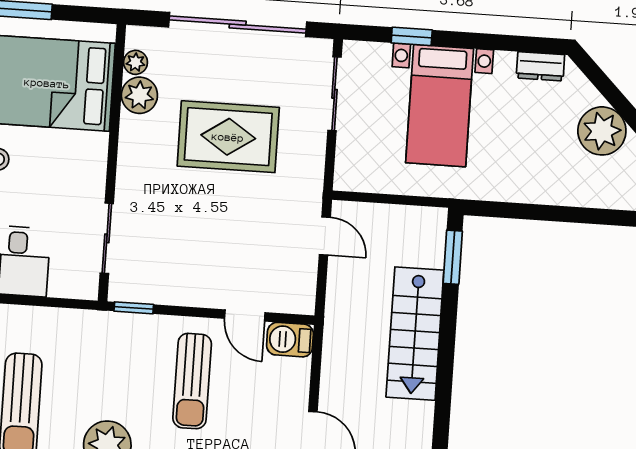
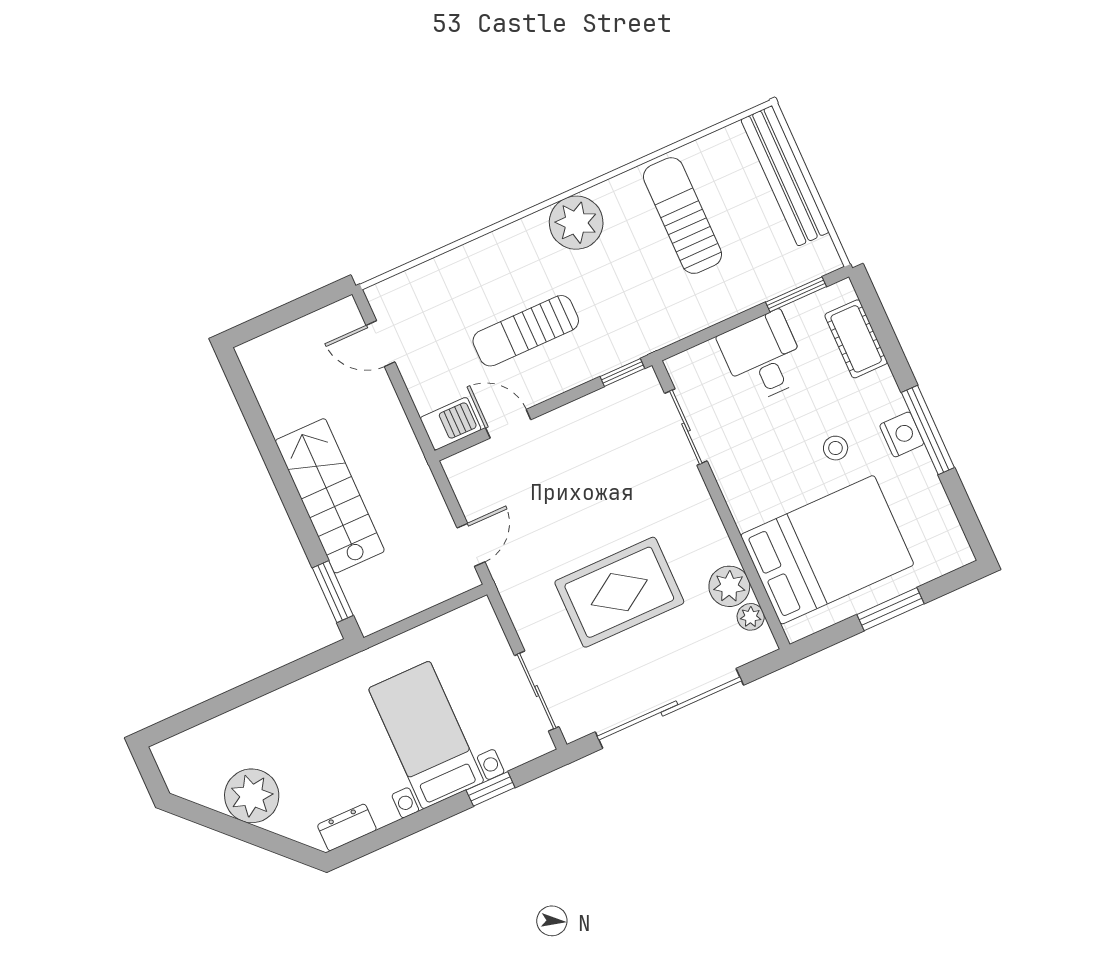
door: (325, 236) -> (471, 545), swing flipped
sun lounger: (192, 381) -> (526, 331), turned -90

